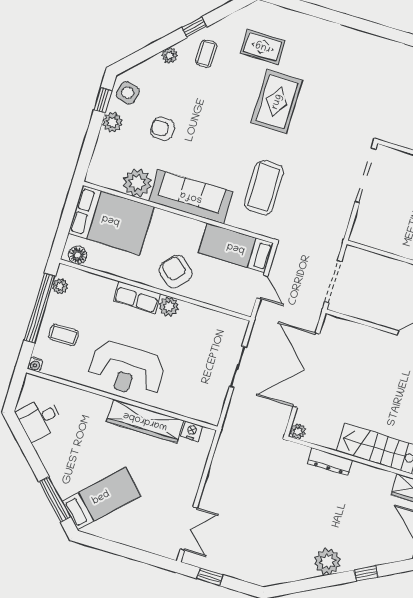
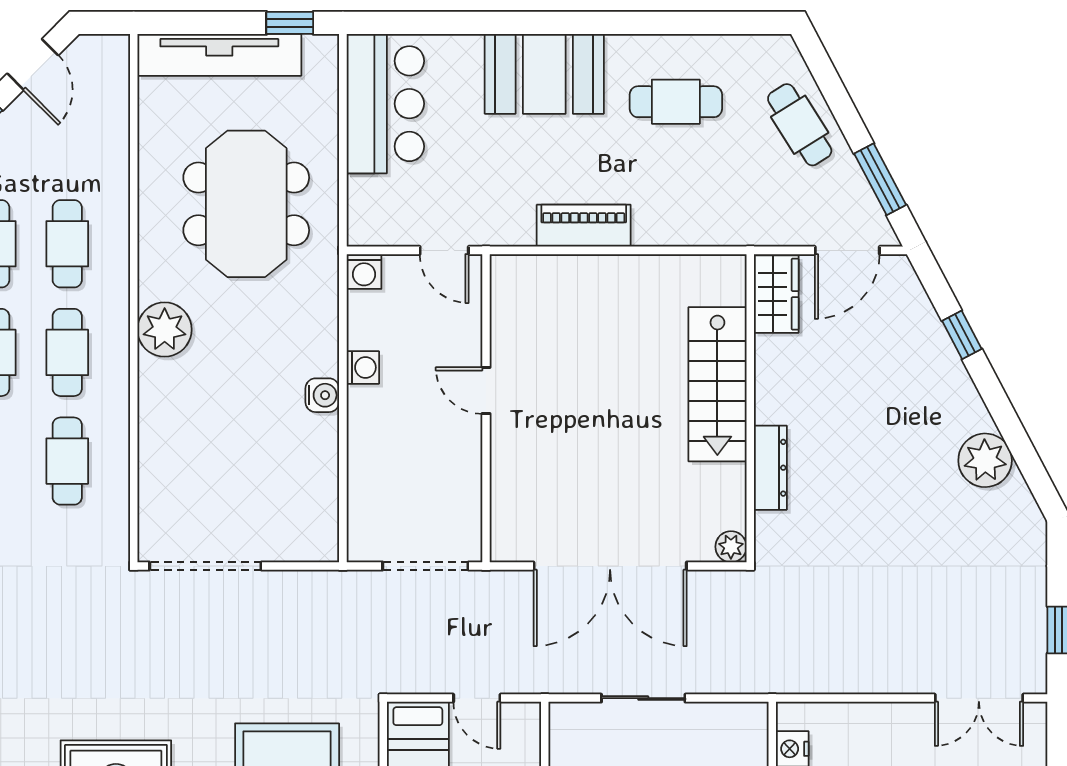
door: (262, 287) -> (477, 698), swing flipped
double door: (189, 529) -> (979, 698), swing flipped
plant: (327, 561) -> (985, 460), moved

